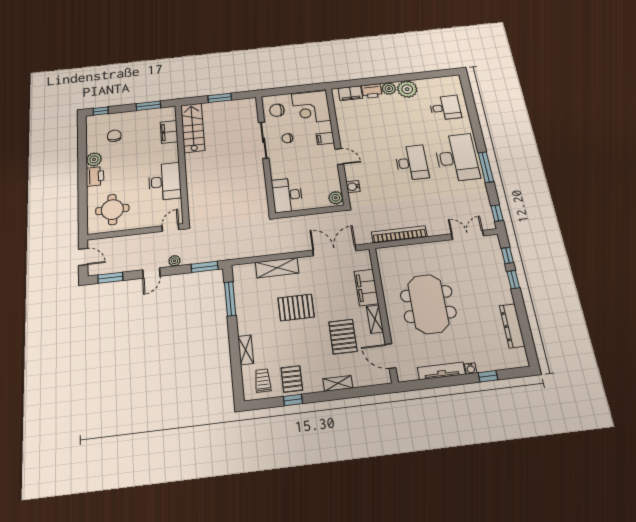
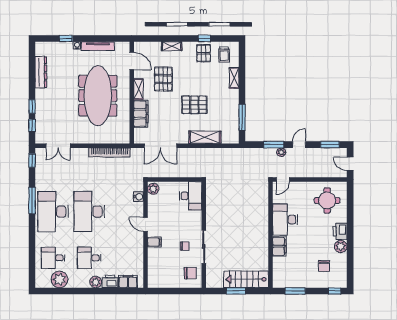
plant: (407, 89) -> (59, 279), moved
corner desk: (311, 107) -> (162, 272), removed
desk: (402, 113) -> (89, 258), added
stairs: (193, 128) -> (246, 279), moved, turned 90
filing cabinet: (169, 132) -> (279, 246), moved
desk: (412, 163) -> (89, 212), width x1.36, depth x1.30
window: (205, 267) -> (274, 145), moved
meeting table: (428, 304) -> (98, 96), width x1.36

